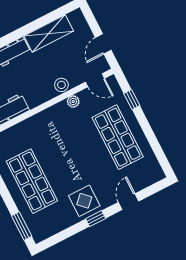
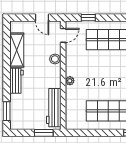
plant: (73, 102) -> (70, 81), moved

